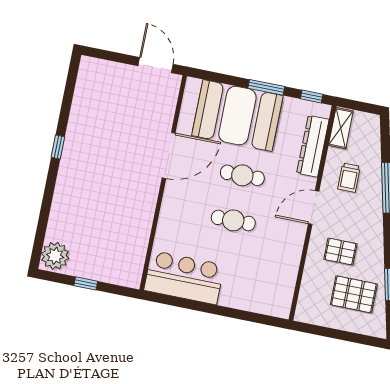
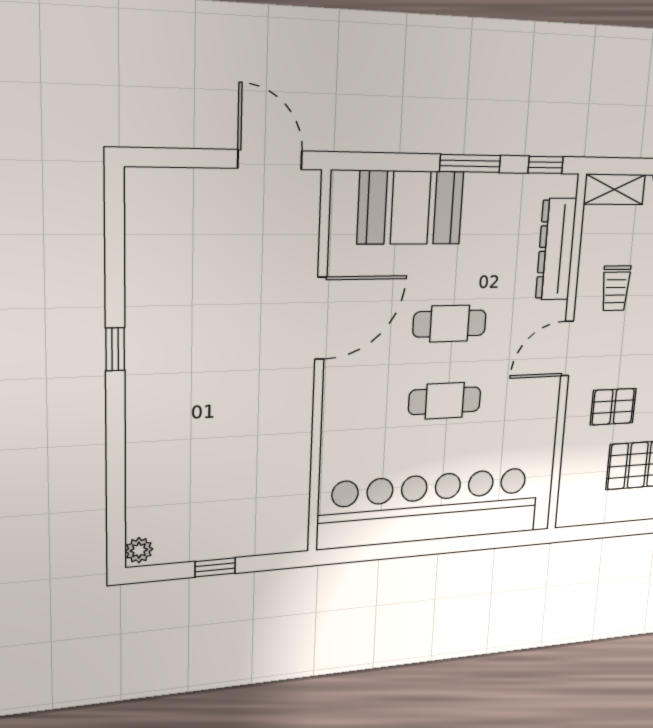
booth: (237, 116) -> (411, 208), width x0.73, depth x0.70
shelving: (341, 128) -> (614, 189), moved, turned 90
plant: (55, 256) -> (139, 550), width x0.53, depth x0.53
bar counter: (184, 278) -> (430, 508), width x1.86

